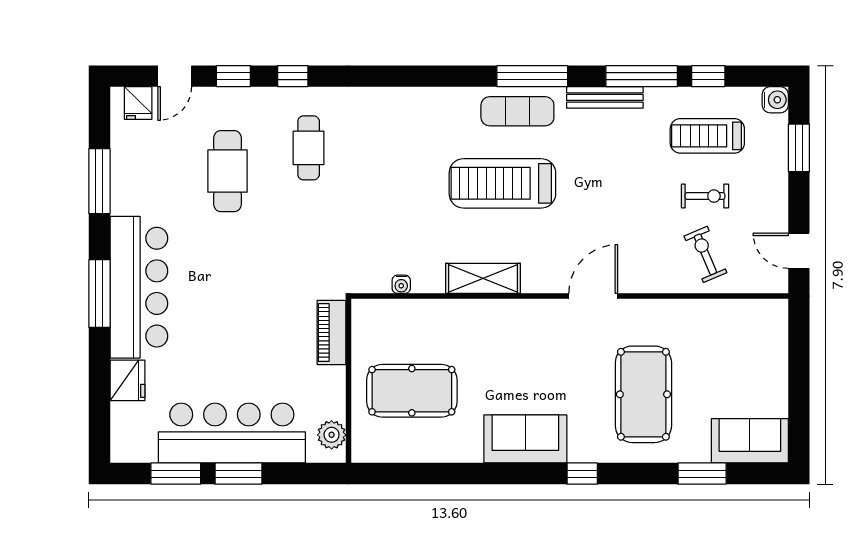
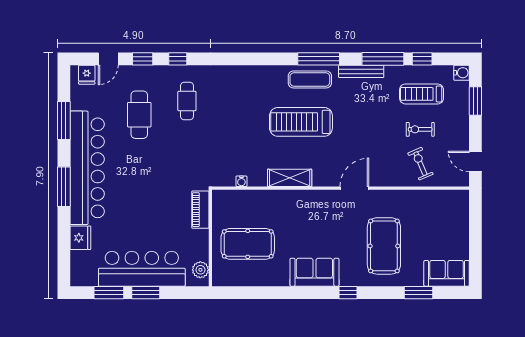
exercise bike: (705, 196) -> (420, 129), turned 180
bar counter: (139, 287) -> (87, 168), width x1.36

